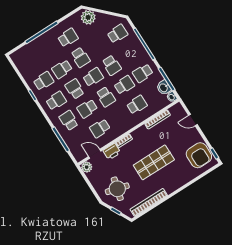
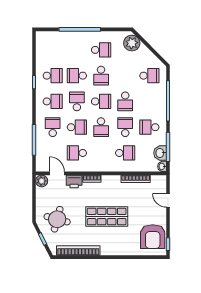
school desk: (124, 85) -> (125, 127), turned -90
school desk: (87, 109) -> (77, 127), turned 180

